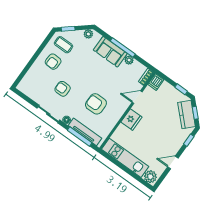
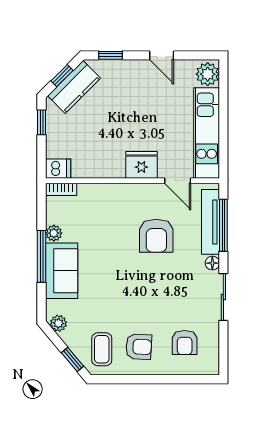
armchair: (63, 89) -> (185, 342), moved
door: (137, 97) -> (178, 181), moved

